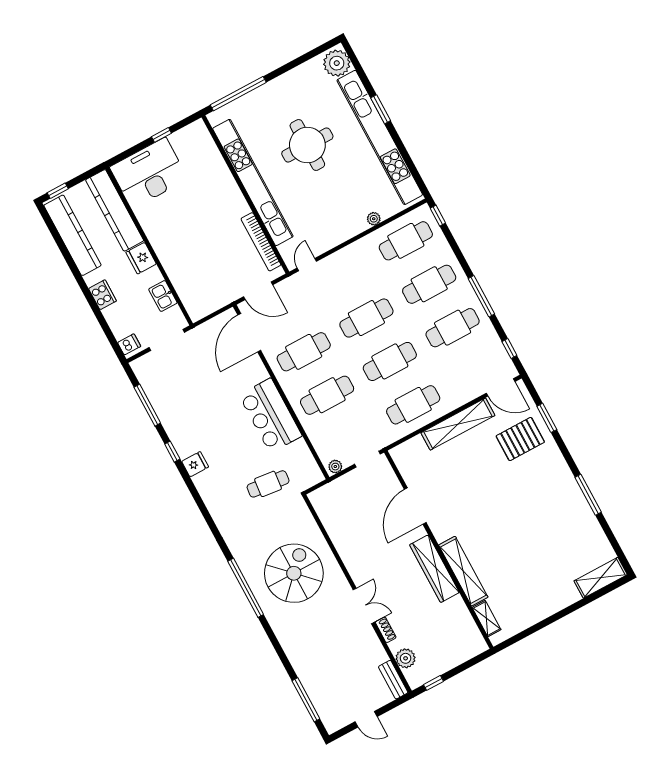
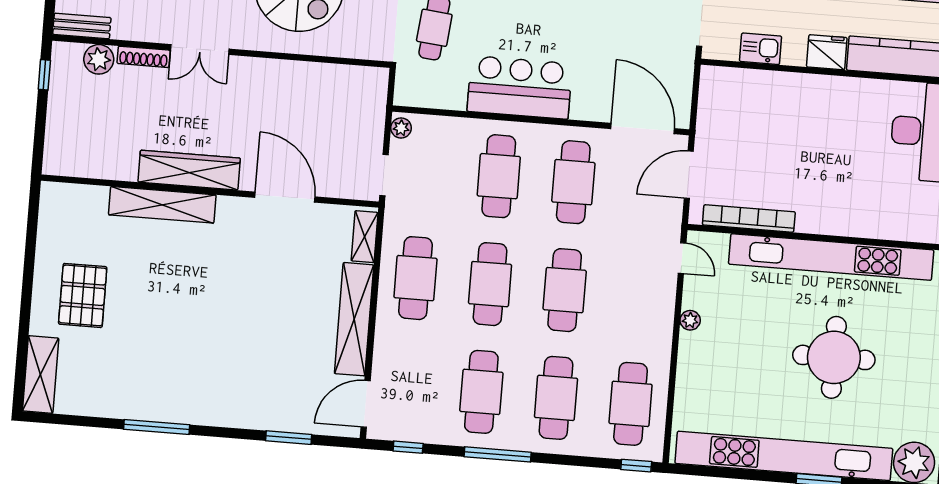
plant: (374, 219) -> (690, 320), moved
pallet: (520, 439) -> (83, 295), moved
shelving: (487, 619) -> (365, 237), moved, turned 90
shoe rack: (386, 630) -> (144, 57), width x1.43

